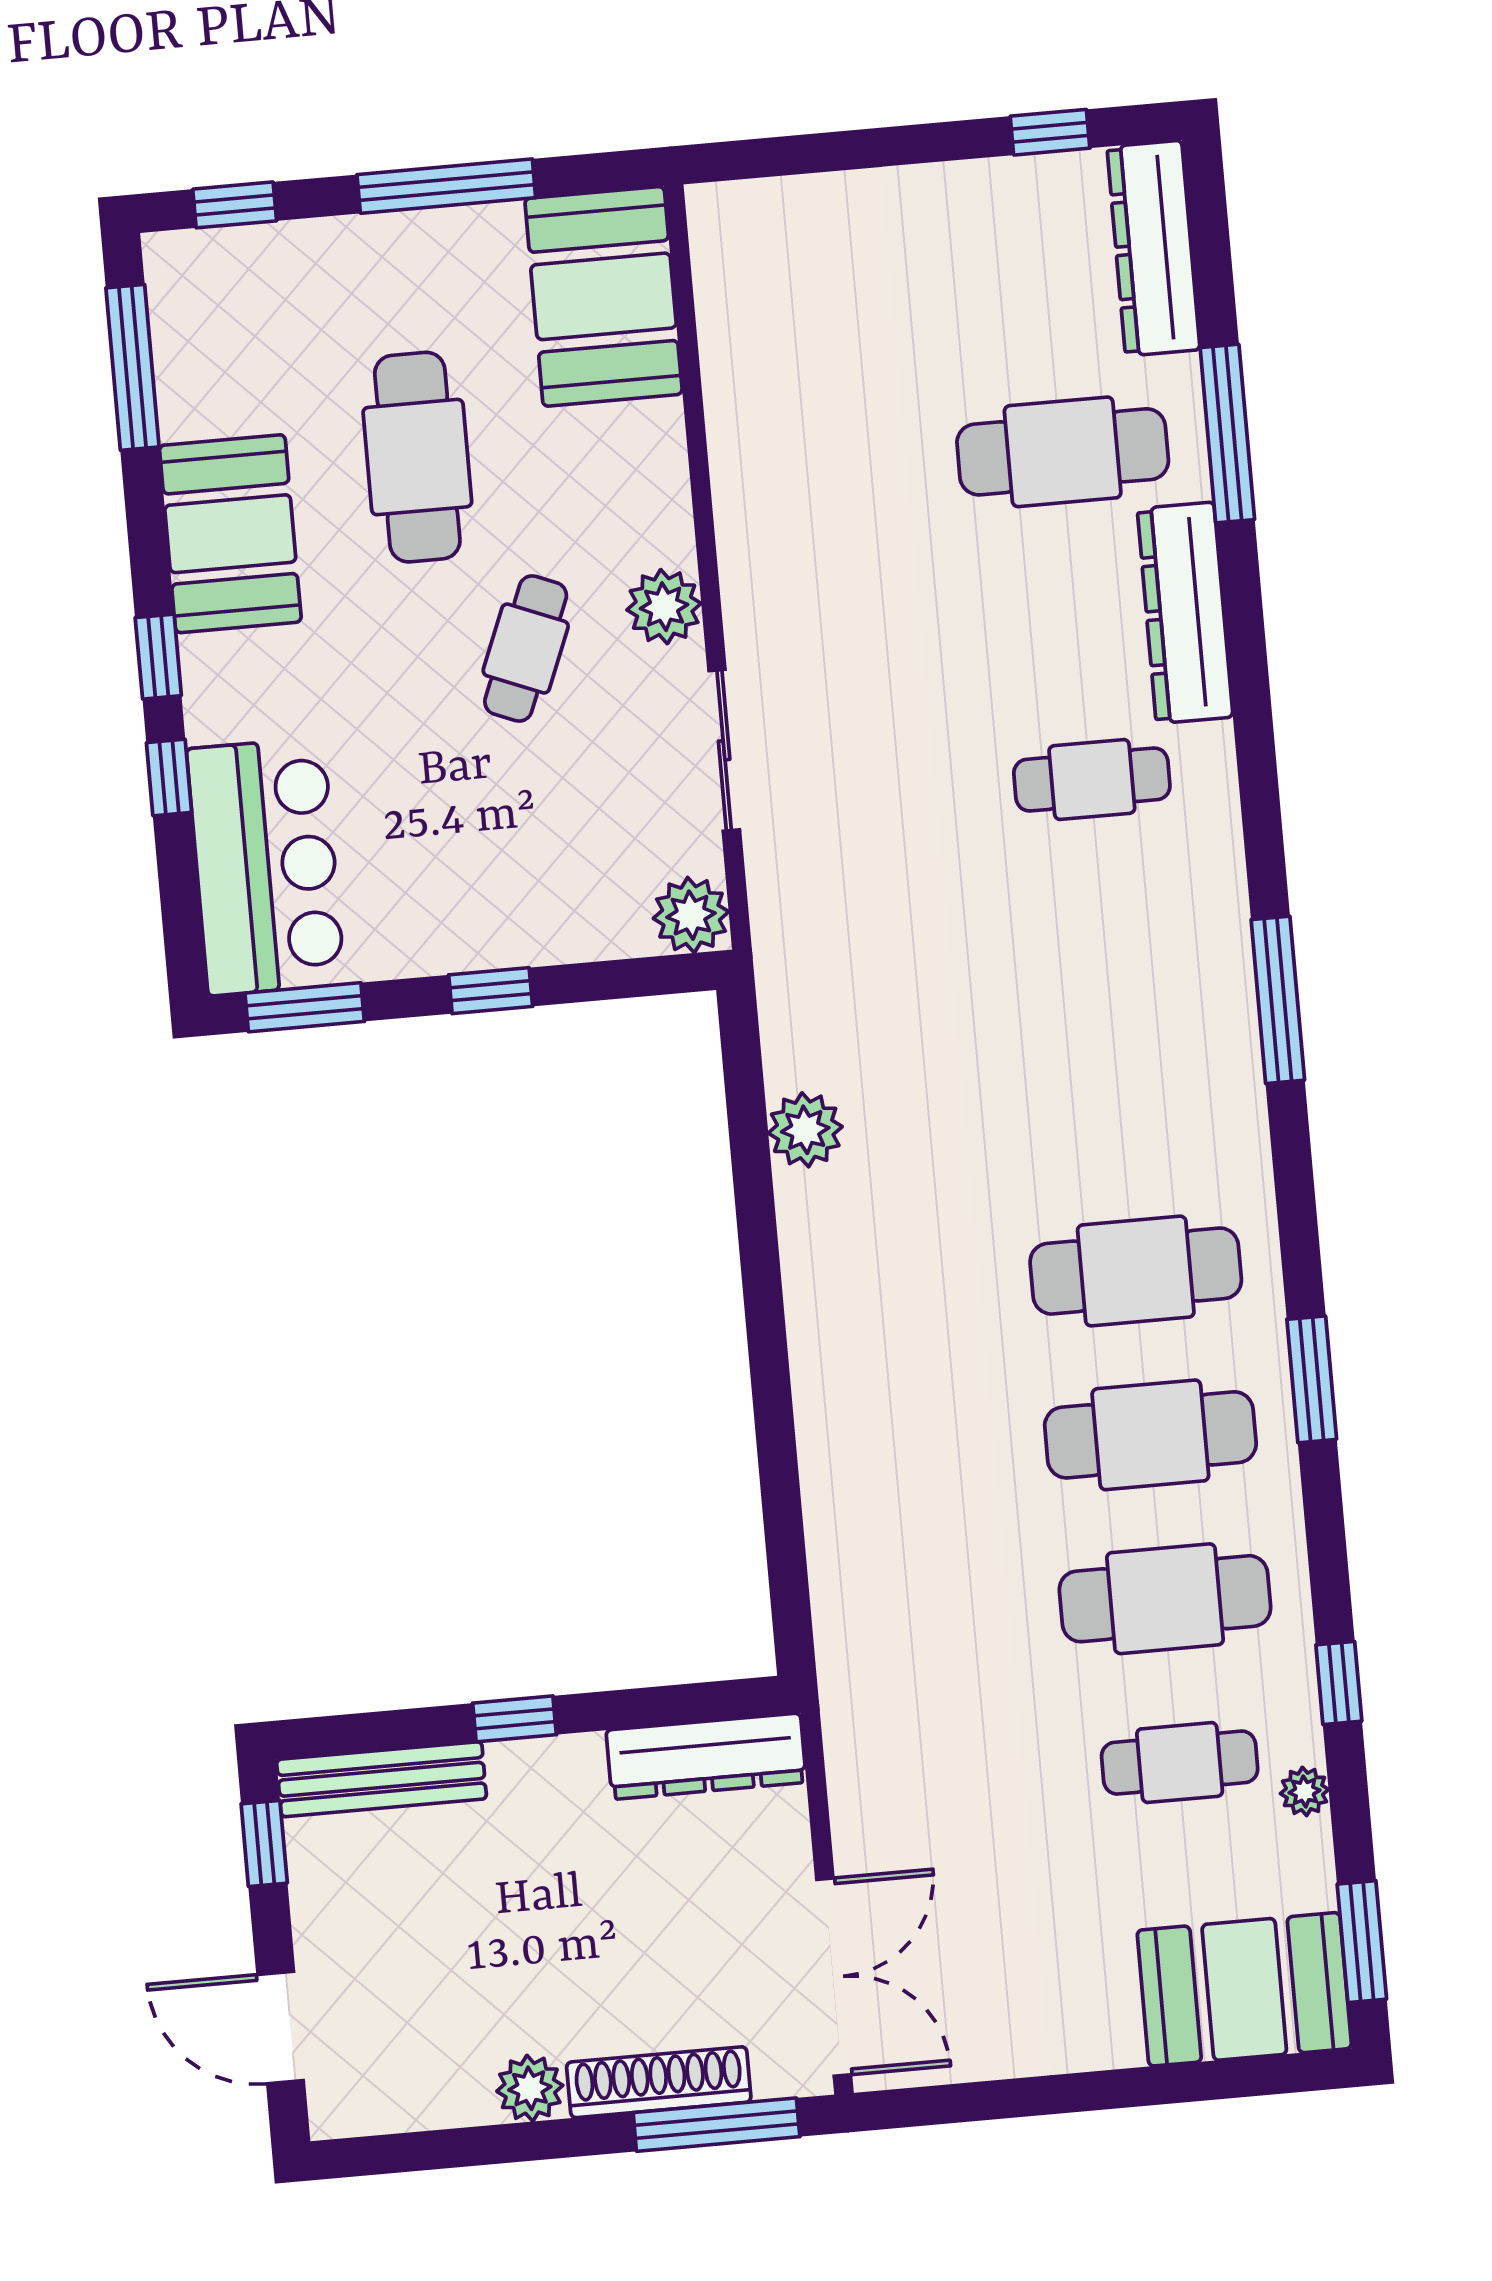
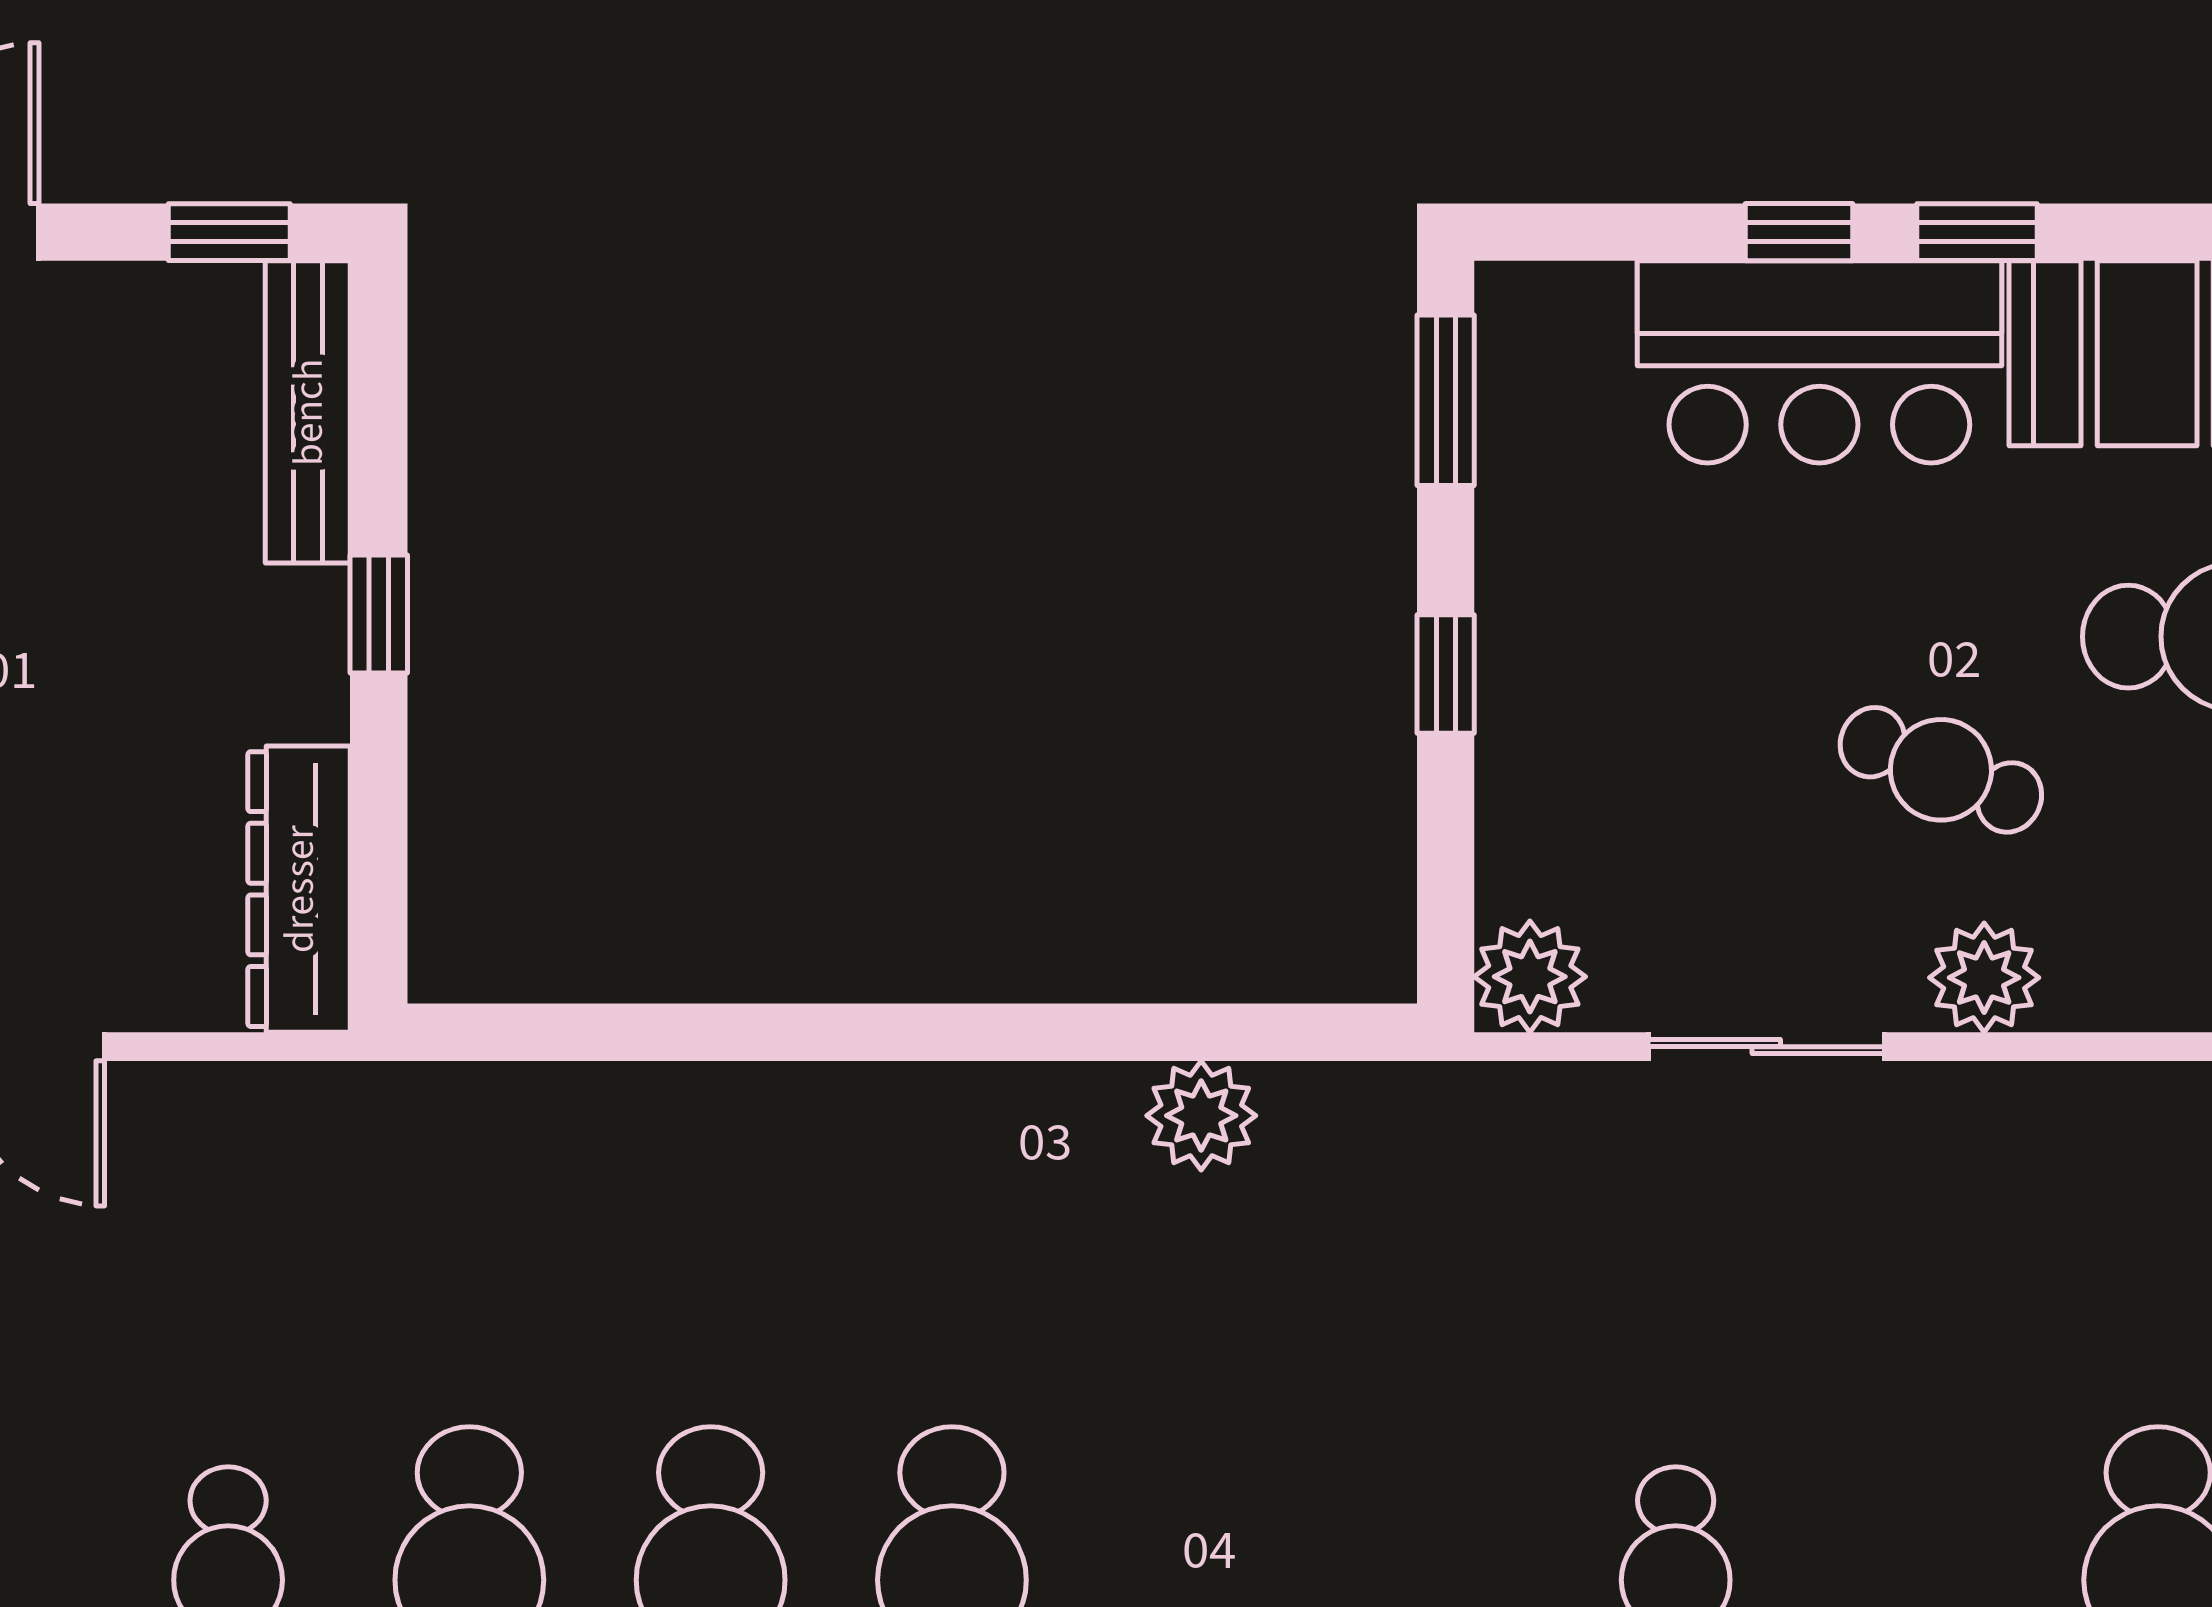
bar counter: (266, 867) -> (1819, 362), moved

